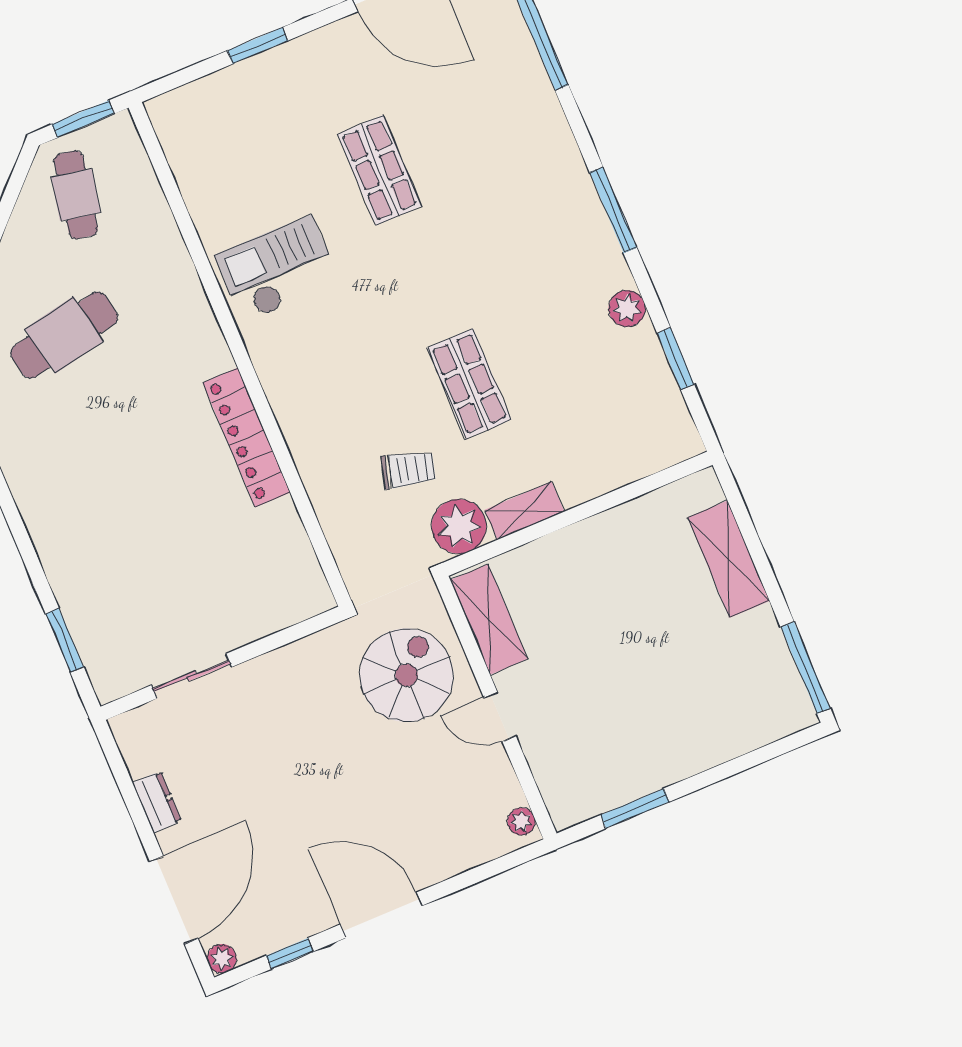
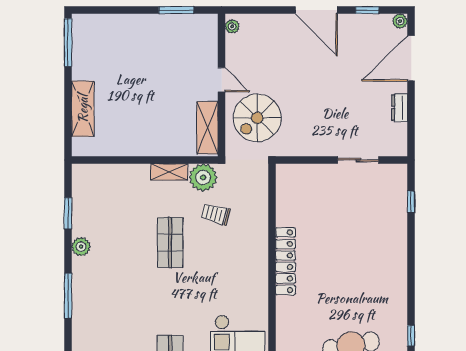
window: (65, 640) -> (411, 202), width x0.67

